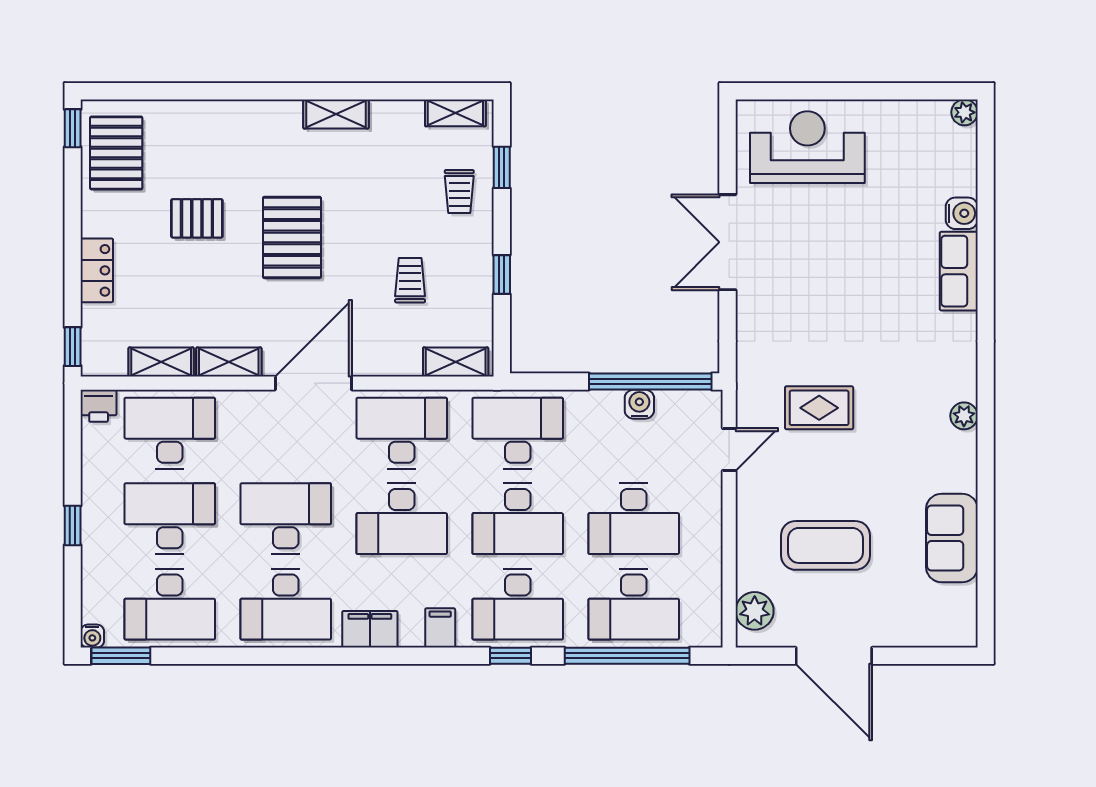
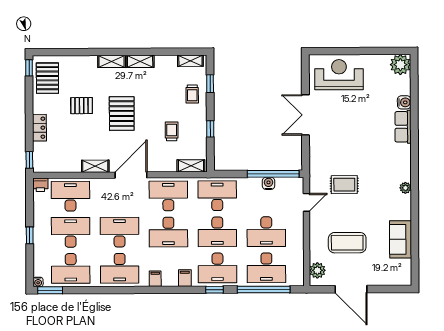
plant: (964, 112) -> (400, 65), width x1.87, depth x1.87
shelving: (161, 362) -> (112, 61), moved
filing cabinet: (370, 629) -> (155, 279), width x0.50

